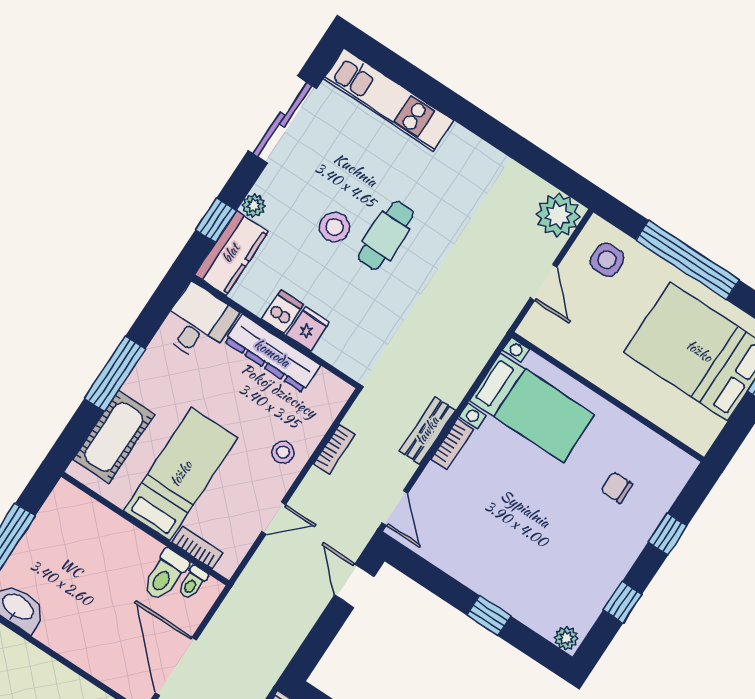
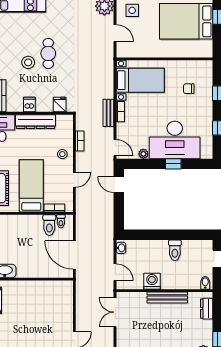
fridge: (308, 329) -> (60, 105), moved
desk: (522, 570) -> (175, 140), added
plant: (566, 638) -> (143, 154), moved

